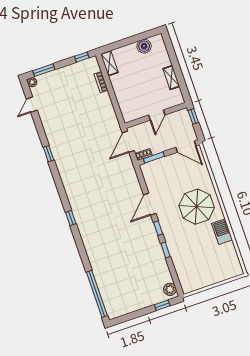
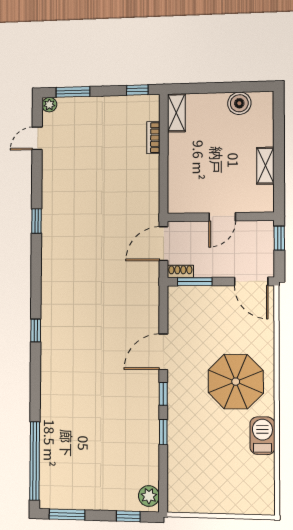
window: (127, 318) -> (67, 514), added

